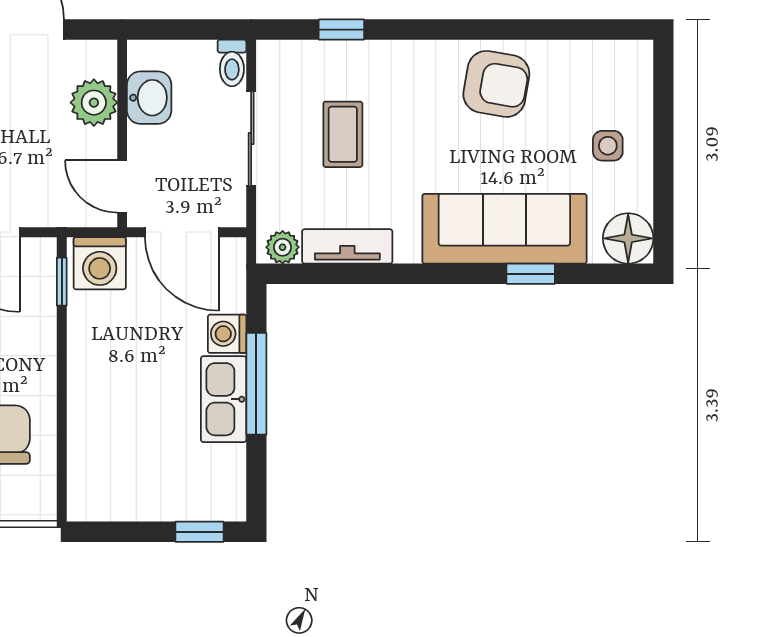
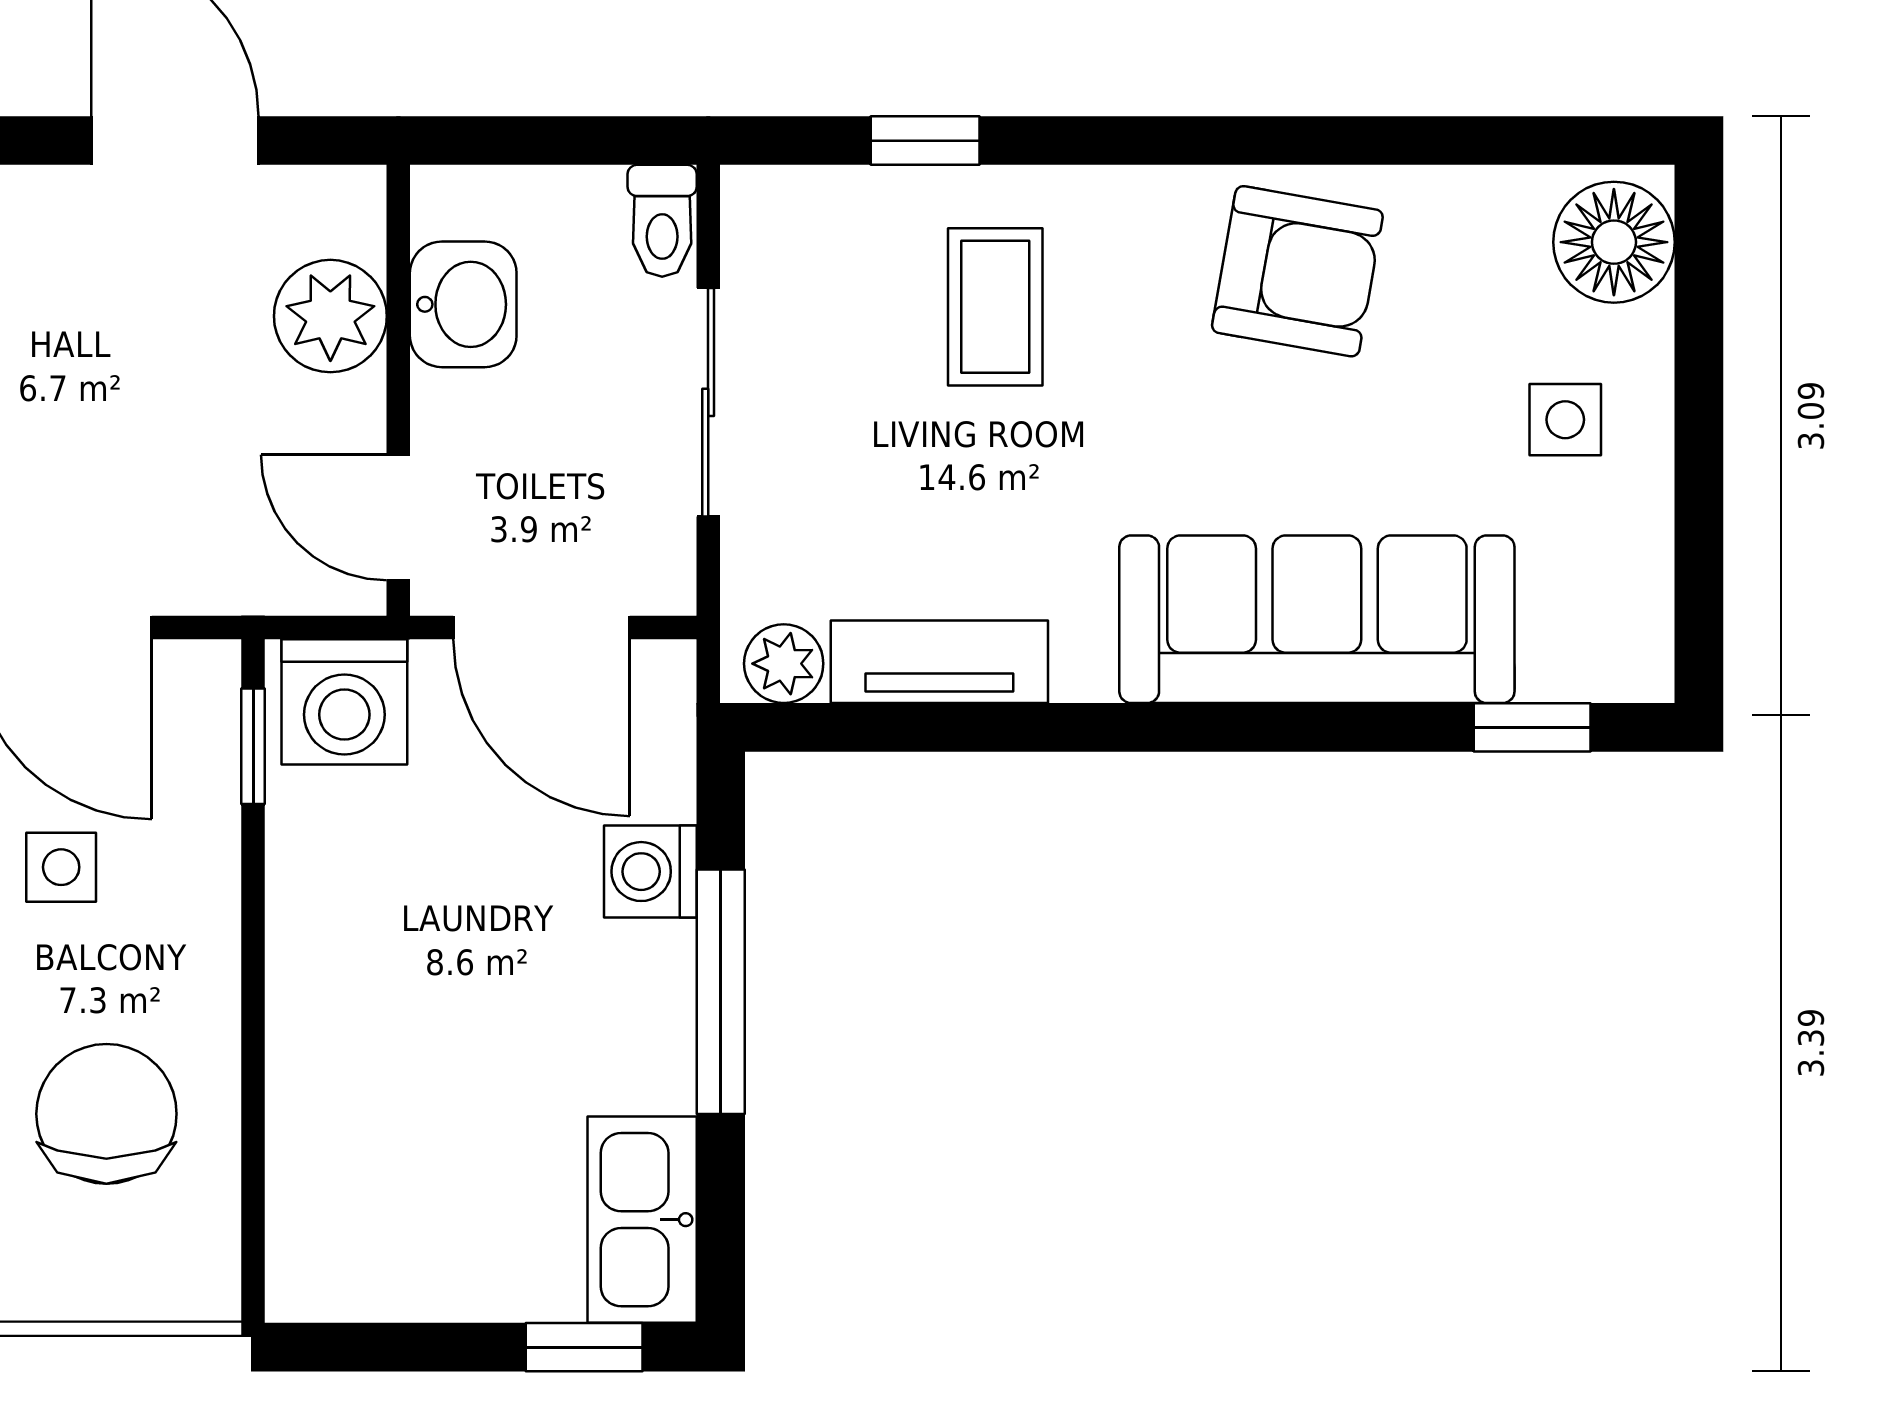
coffee table: (343, 134) -> (995, 307), moved
floor lamp: (628, 238) -> (1614, 242), moved
window: (531, 274) -> (1532, 727), moved
kitchen sink: (224, 399) -> (642, 1220), moved

